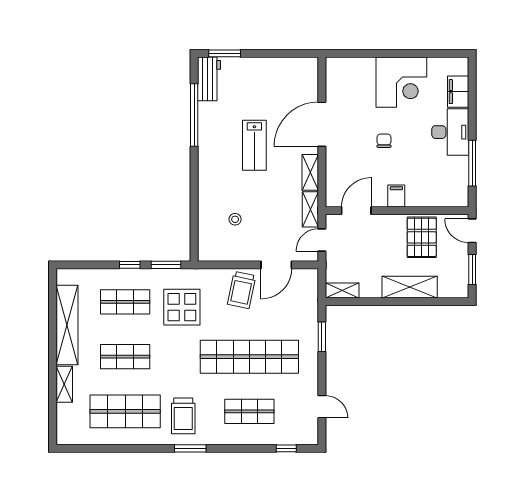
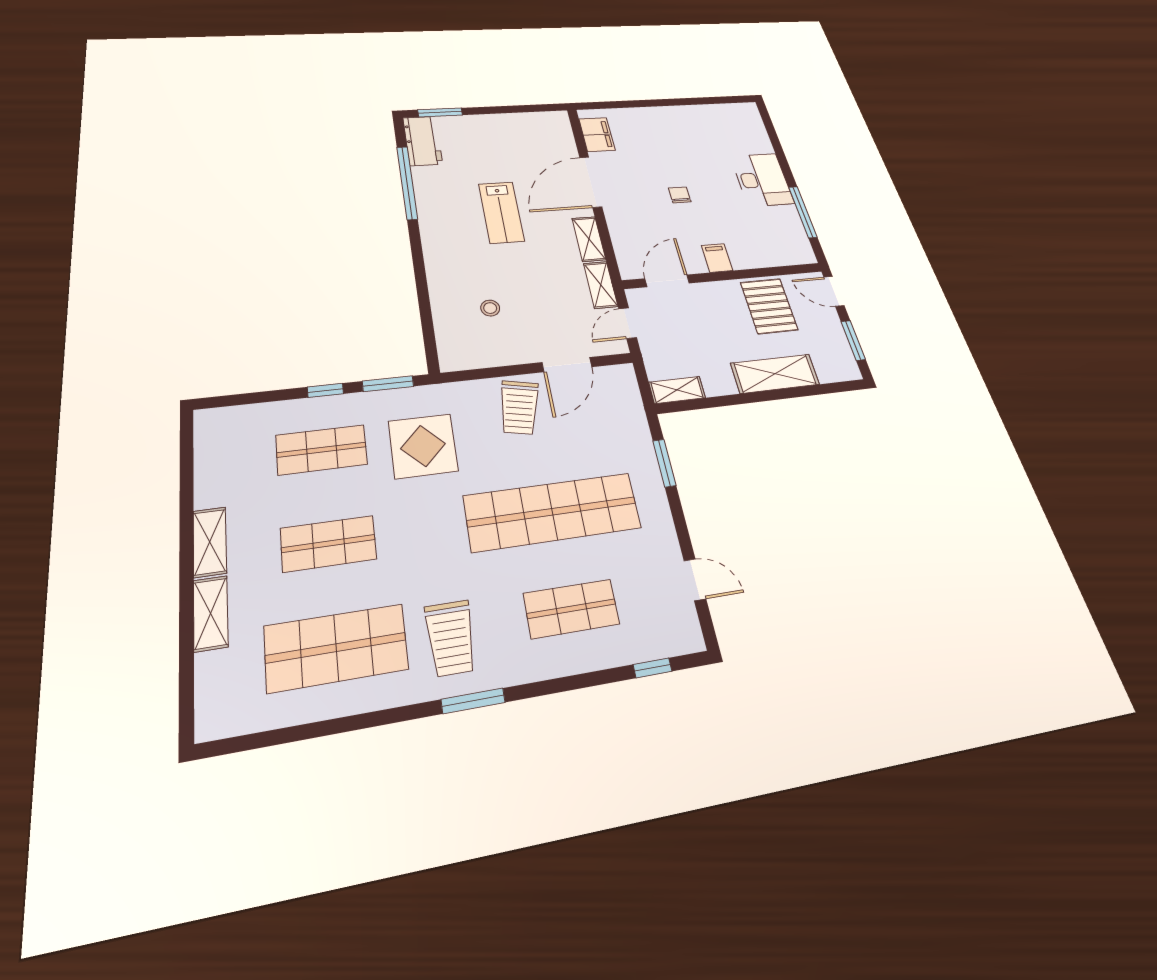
corner desk: (401, 82) -> (682, 131), removed
filing cabinet: (458, 92) -> (597, 134), moved, turned 180
shelving: (67, 325) -> (210, 542), width x0.45, depth x0.75

